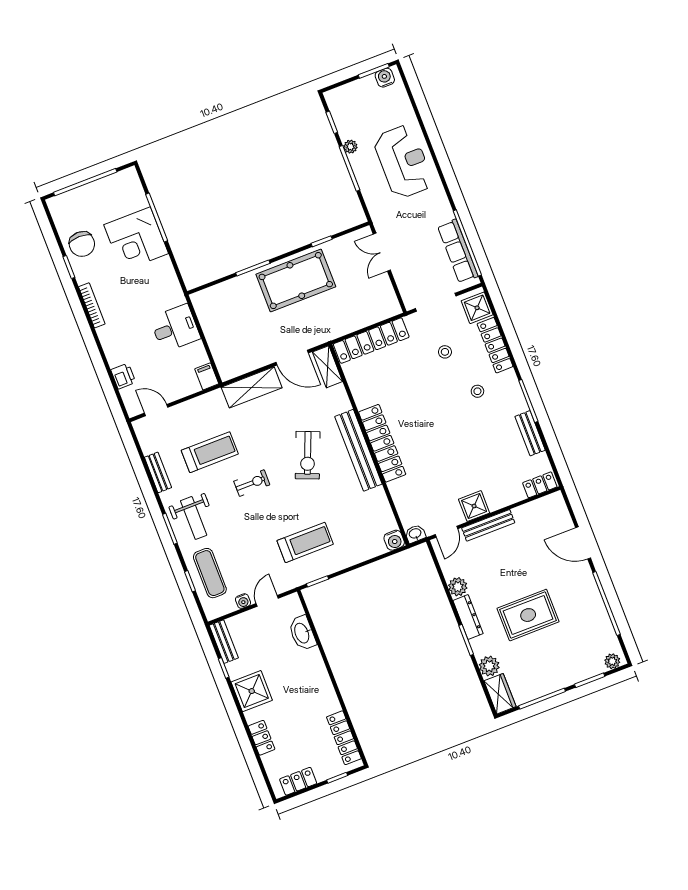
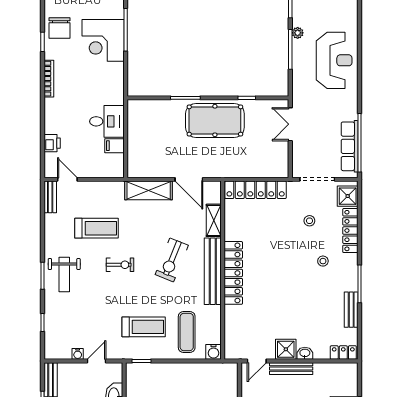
shelving: (328, 367) -> (214, 220), moved
filing cabinet: (207, 376) -> (115, 146), moved, turned -90
bench: (158, 472) -> (50, 197), moved
washbasin: (415, 534) -> (305, 353), moved
exercise mat: (210, 573) -> (187, 332), moved

